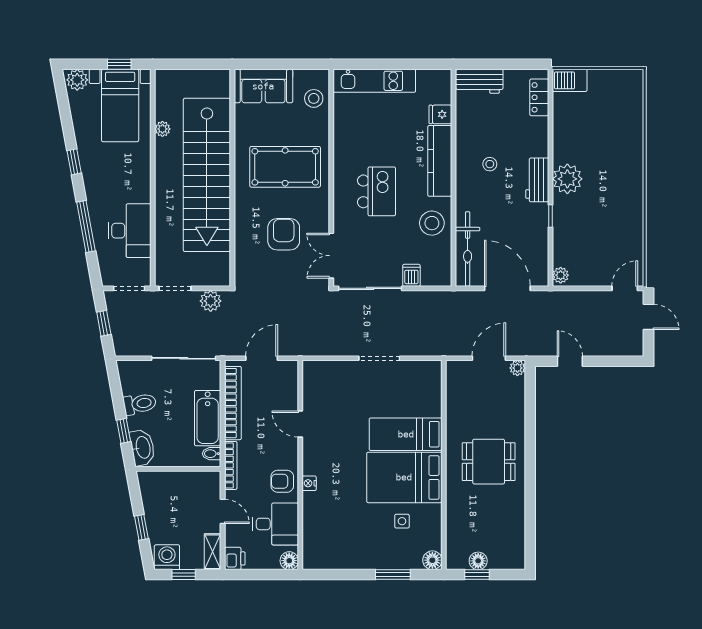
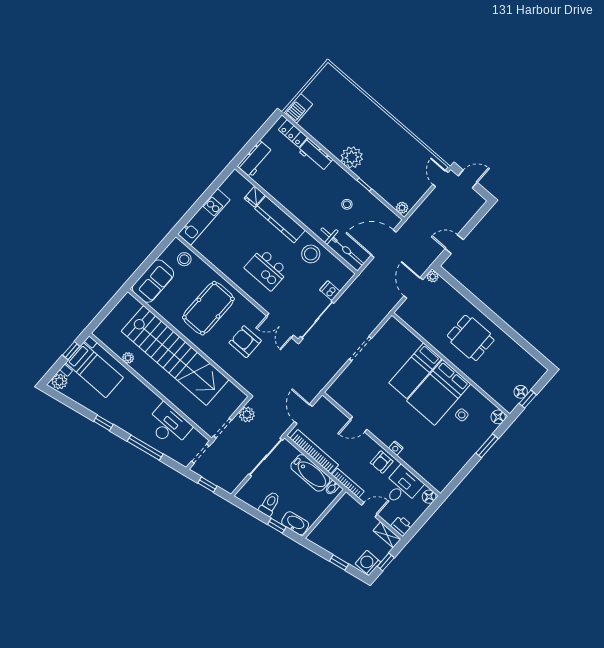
stool: (490, 164) -> (347, 204), moved
workbench: (537, 180) -> (315, 155), moved
kitchen island: (376, 191) -> (266, 269), turned 180
dining table: (489, 462) -> (471, 338), turned 90

